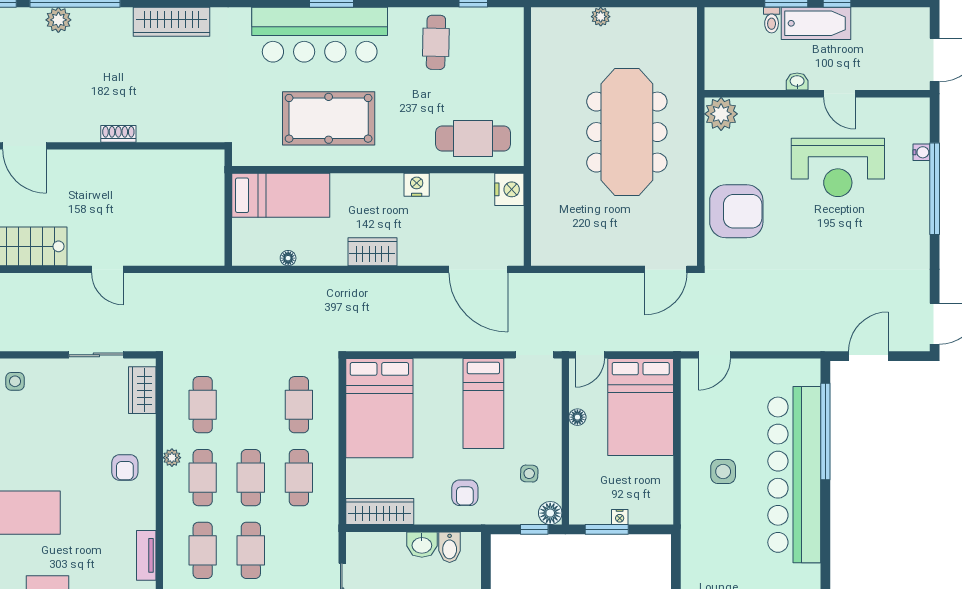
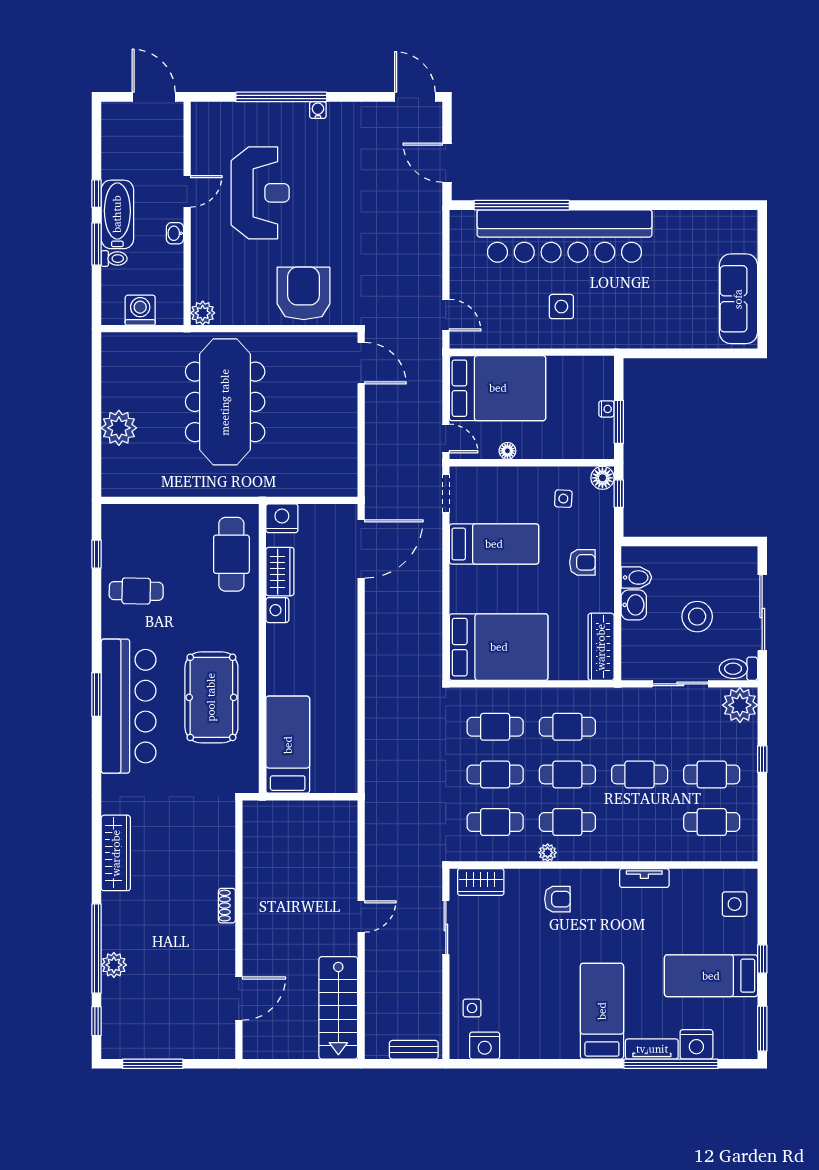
plant: (601, 17) -> (119, 428), width x1.88, depth x1.88
washing machine: (719, 46) -> (140, 310), added
plant: (721, 114) -> (203, 313), width x0.73, depth x0.73
meeting table: (627, 132) -> (225, 402), turned 90
water cooler: (921, 152) -> (318, 110), moved
wardrobe: (372, 252) -> (280, 572), moved, turned 180
floor lamp: (288, 258) -> (350, 738), removed
cafe table: (203, 550) -> (495, 774), moved

